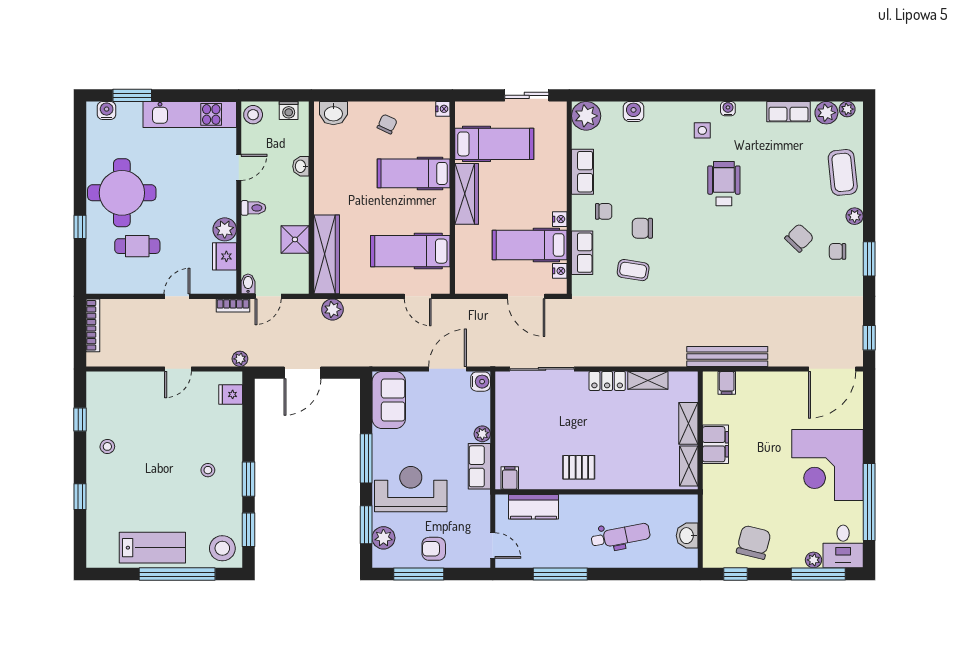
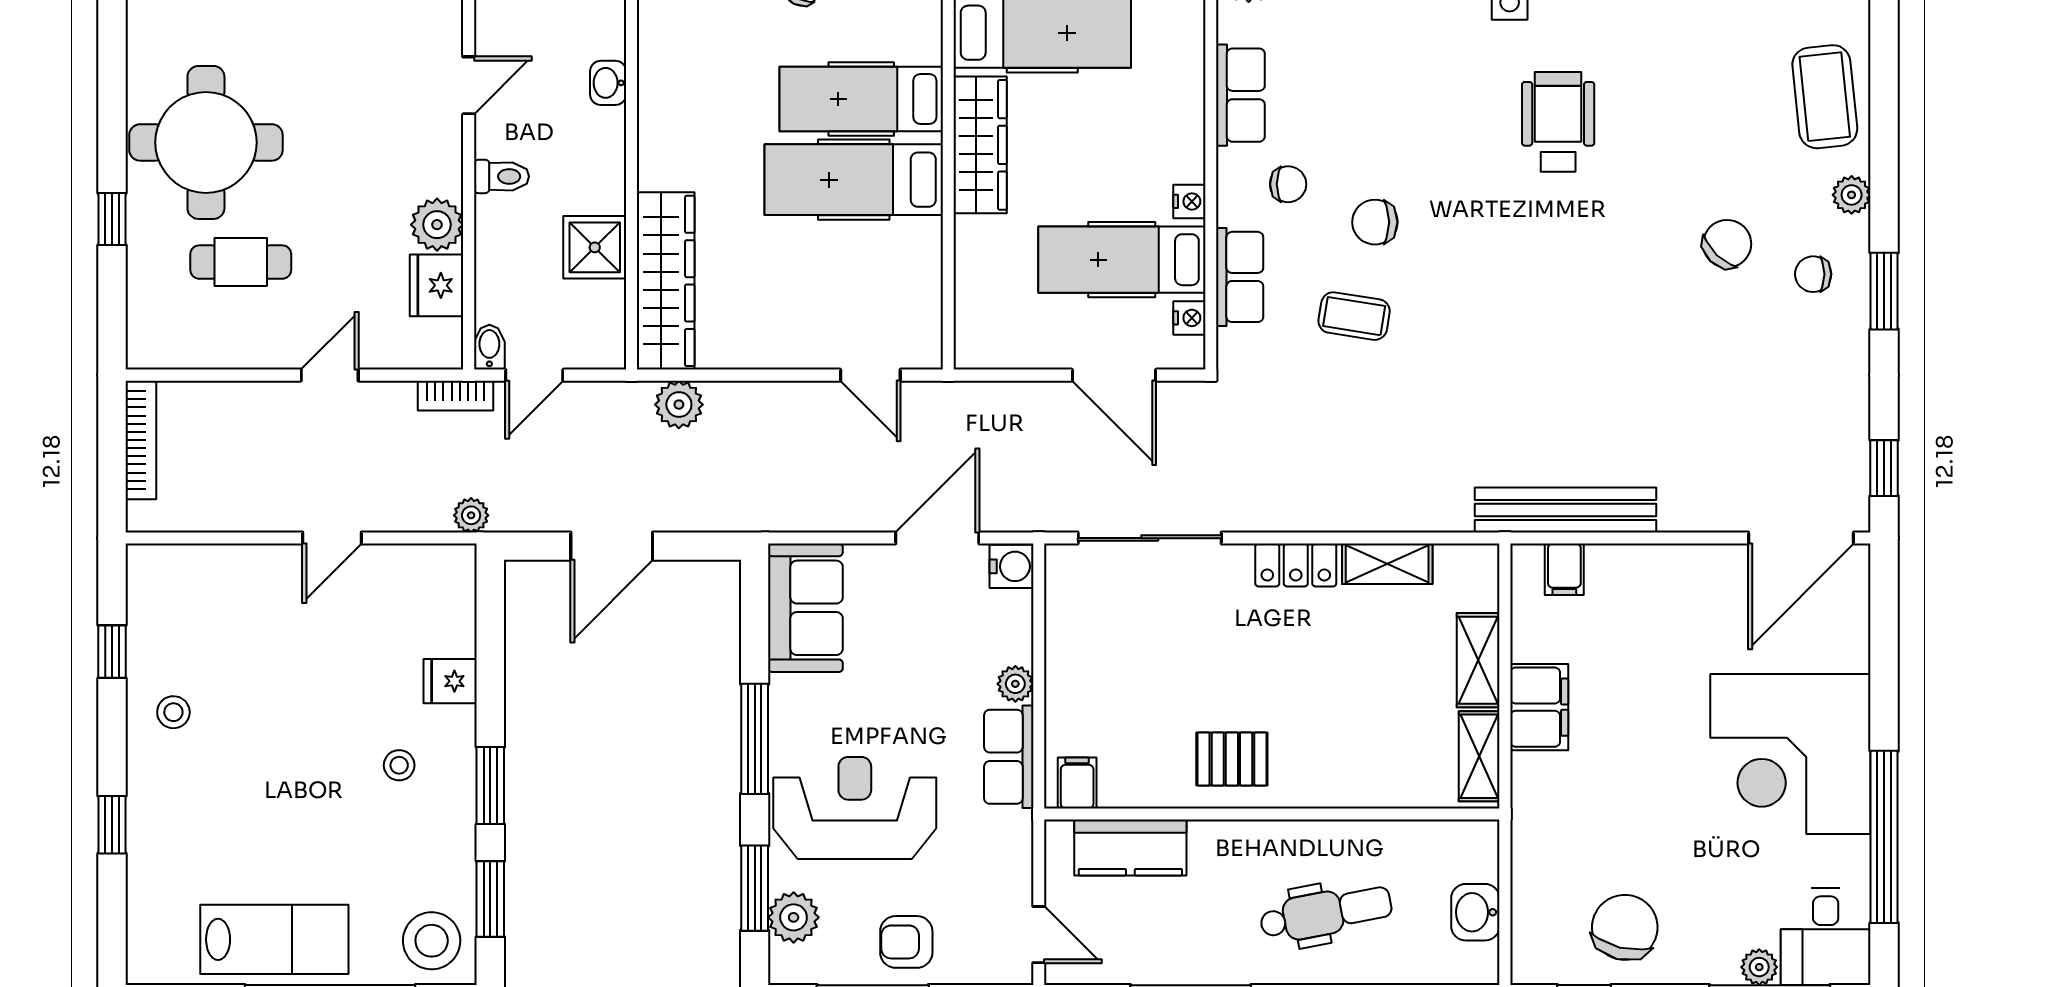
hospital bed: (410, 251) -> (854, 180), moved
fridge: (231, 394) -> (450, 681), moved

